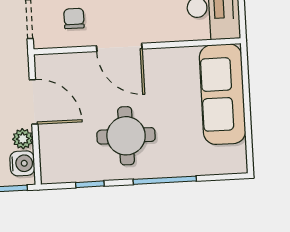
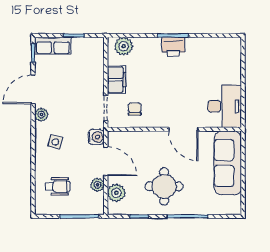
door: (119, 47) -> (183, 129), moved
plant: (53, 150) -> (116, 193), added
water cooler: (22, 163) -> (96, 137), moved

